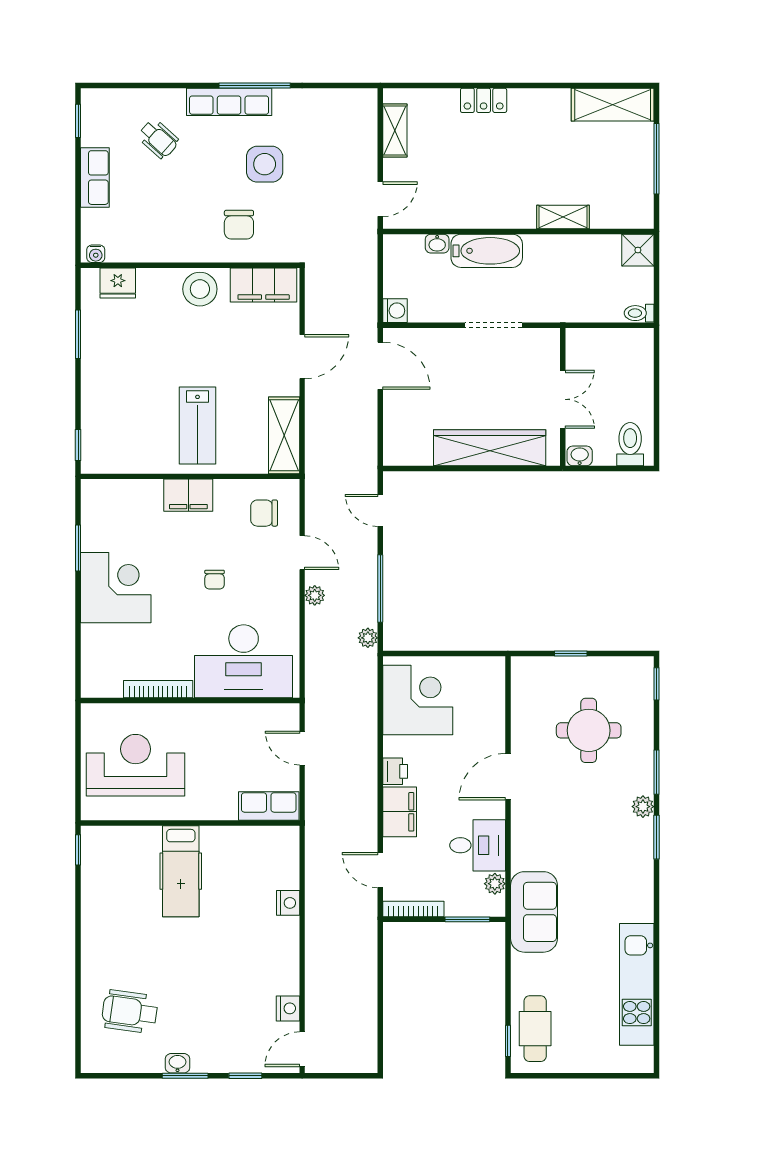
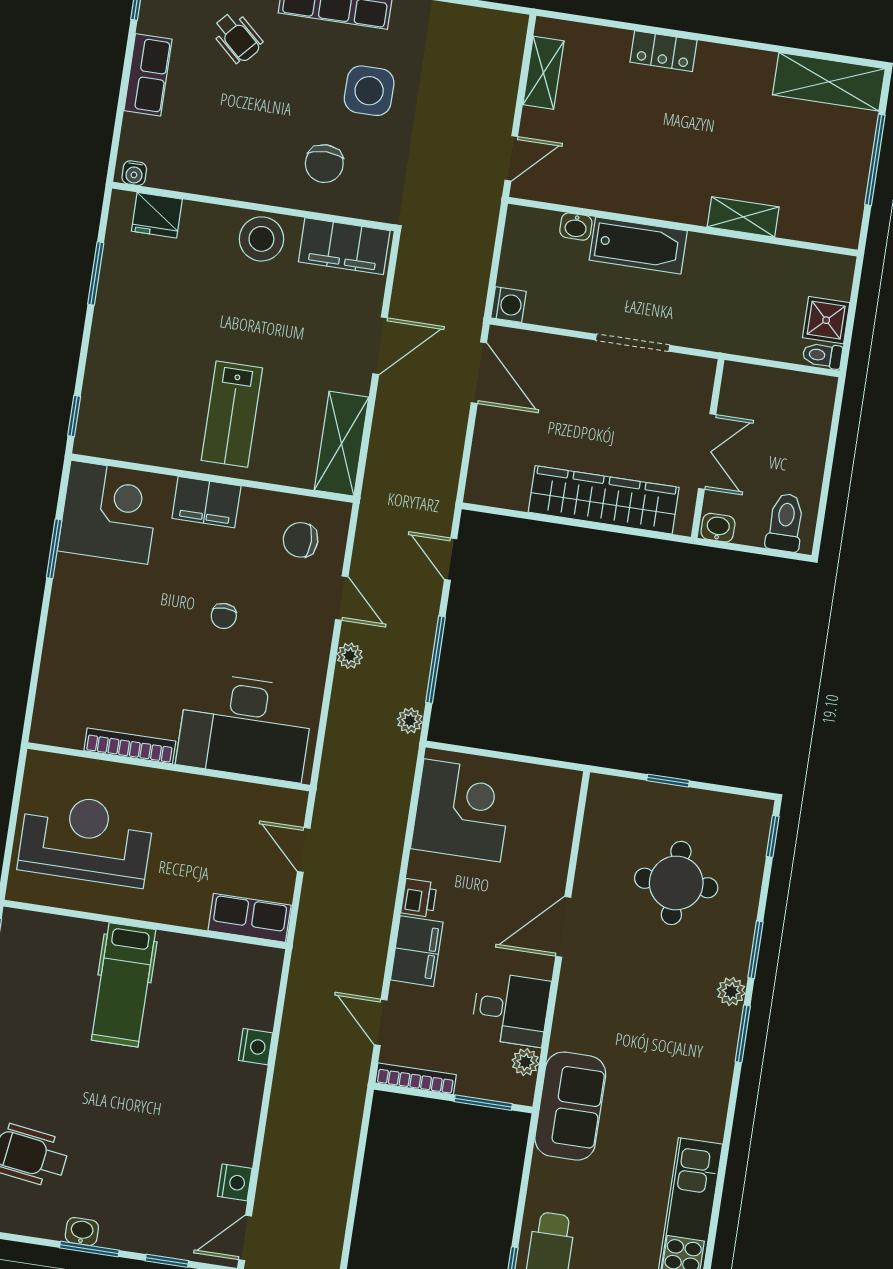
shower: (638, 250) -> (826, 320), moved
corner desk: (116, 588) -> (109, 512), moved

